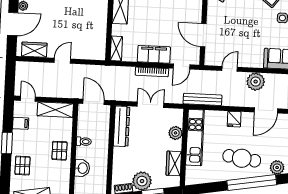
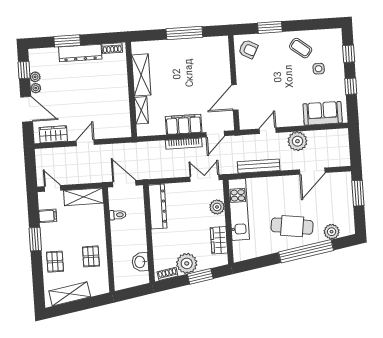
door: (13, 24) -> (27, 109), hinge flipped
door: (203, 35) -> (235, 97), hinge flipped
shelving: (116, 48) -> (141, 110), moved
bench: (203, 99) -> (259, 166), moved
double door: (151, 105) -> (204, 178), moved
fridge: (234, 119) -> (279, 185), removed
toilet: (84, 142) -> (118, 215), moved
pallet: (59, 151) -> (91, 256), moved
washbasin: (82, 168) -> (140, 262), moved, turned 180

